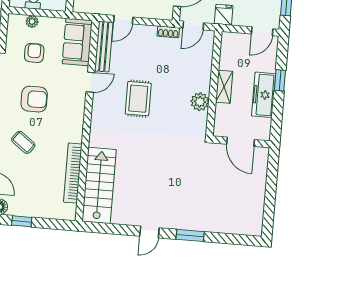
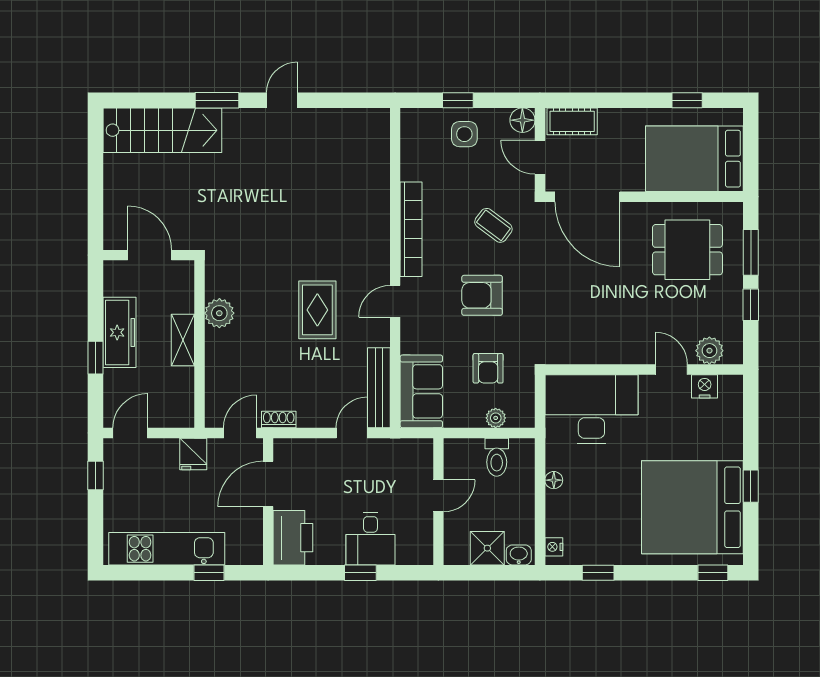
door: (90, 82) -> (395, 301), moved
bookcase: (73, 173) -> (411, 229), moved
stairs: (99, 185) -> (162, 130), moved, turned -90
side table: (37, 201) -> (464, 134), added
window: (22, 221) -> (458, 100), moved

